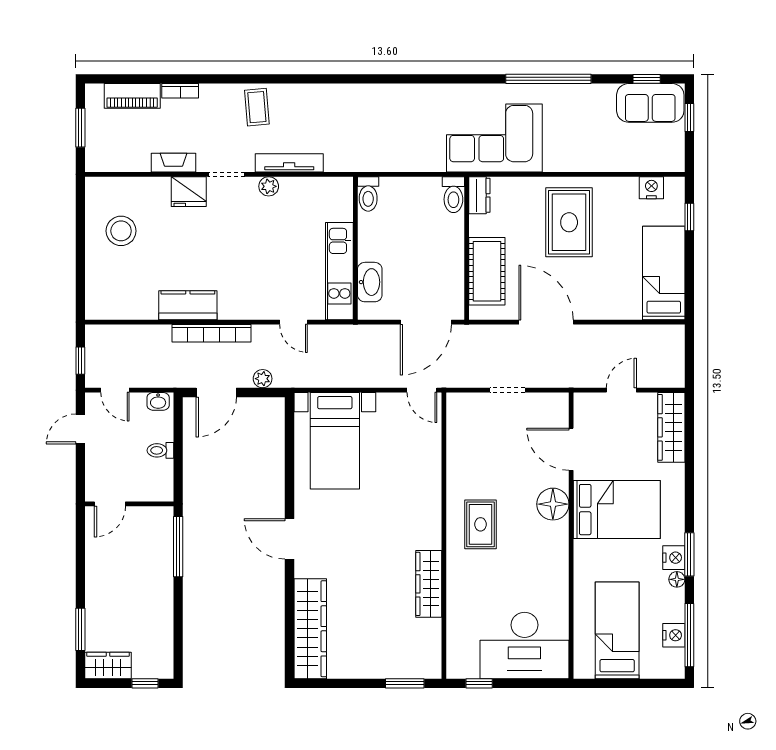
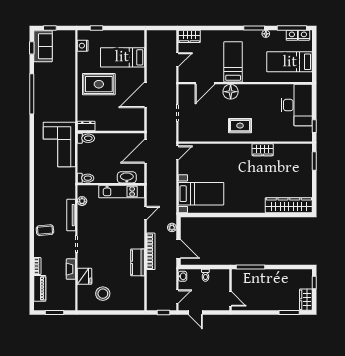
corner sofa: (494, 138) -> (59, 145), moved
plant: (269, 186) -> (82, 201), moved
fridge: (189, 192) -> (84, 276), moved
cot: (487, 271) -> (122, 123), removed
bed: (664, 273) -> (122, 57), moved
door: (426, 322) -> (145, 151), swing flipped
door: (621, 390) -> (177, 60), swing flipped
wardrobe: (671, 427) -> (189, 36), width x0.67
bed: (617, 510) -> (233, 62), width x0.67
door: (289, 539) -> (247, 215), removed
nightstand: (674, 558) -> (304, 35), moved
wardrobe: (429, 584) -> (263, 150), width x0.67

